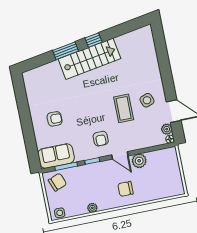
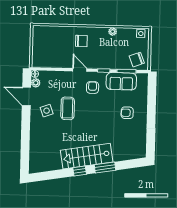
sofa: (56, 156) -> (121, 81), moved
plant: (139, 161) -> (65, 62), removed

